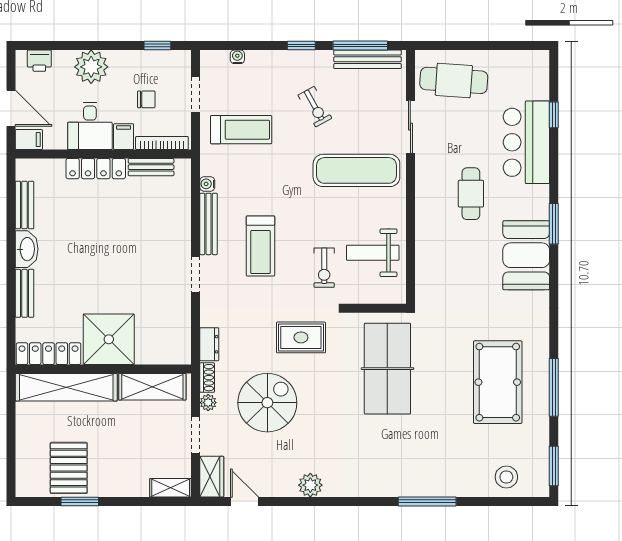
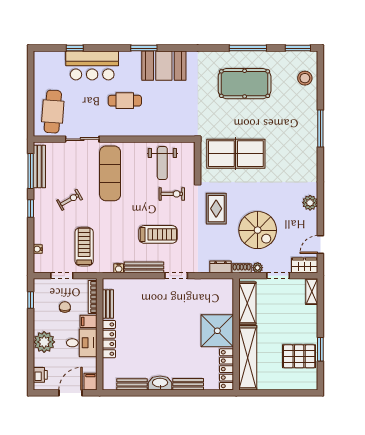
spiral stairs: (267, 403) -> (258, 230), turned 180

